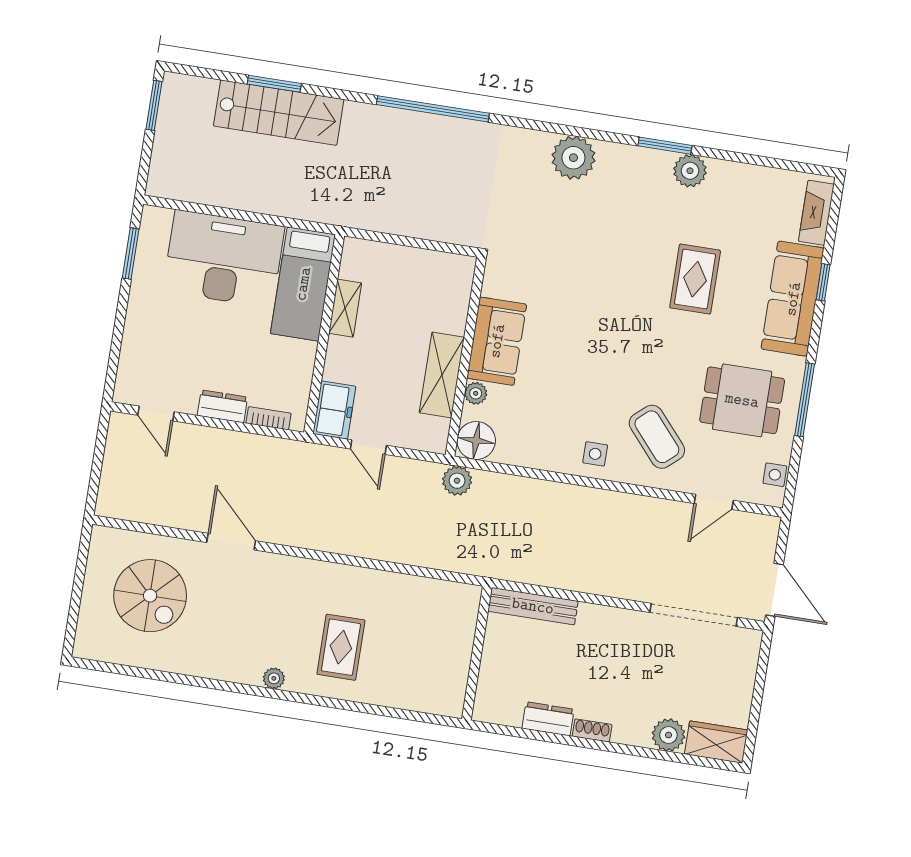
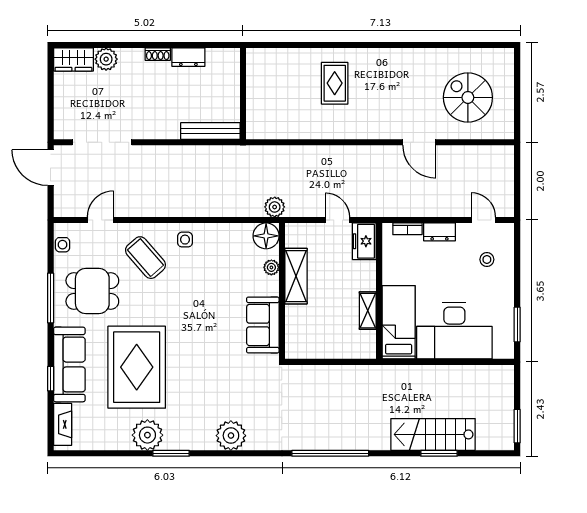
plant: (690, 171) -> (147, 435), width x1.36, depth x1.36
rug: (695, 279) -> (137, 367), width x1.86, depth x2.06
sofa: (497, 341) -> (263, 325), moved
stool: (160, 355) -> (487, 259), added
plant: (274, 678) -> (376, 55), removed

